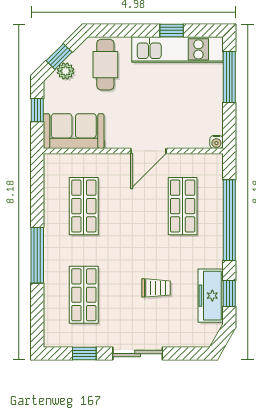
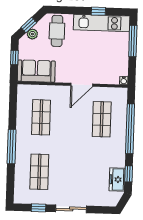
trolley: (156, 288) -> (84, 169), removed
freezer: (211, 296) -> (117, 179), width x0.71

